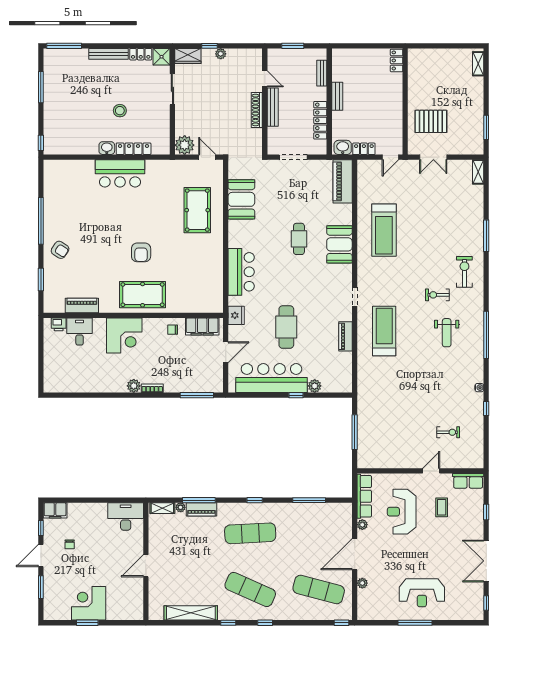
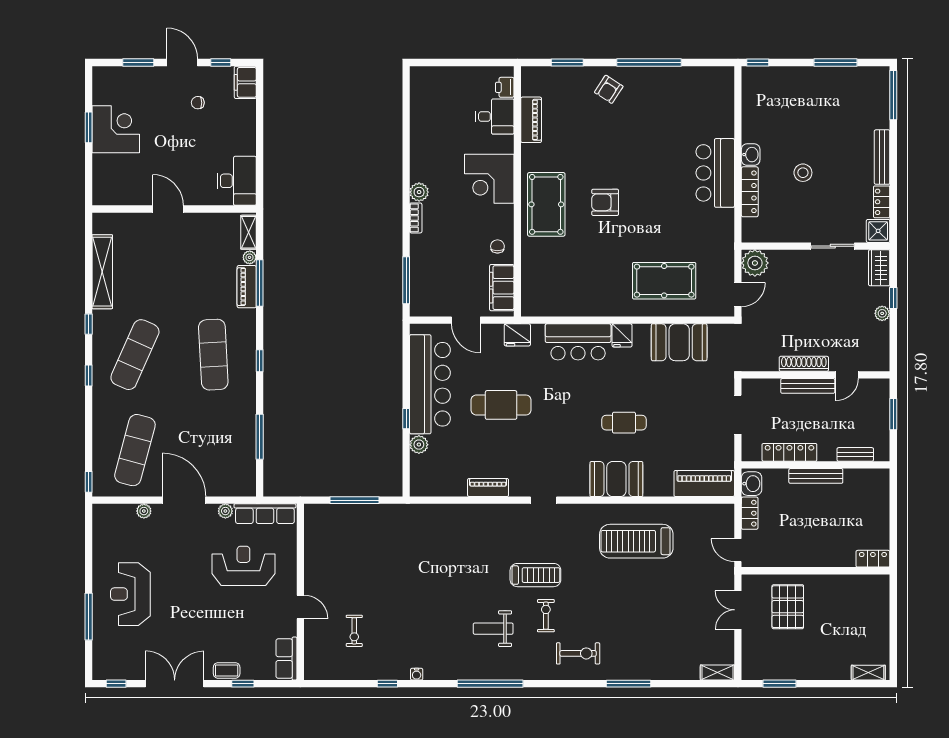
bench: (337, 96) -> (816, 476), width x1.36
fridge: (236, 240) -> (622, 335), added
treadmill: (384, 331) -> (535, 575), moved, width x0.73, depth x0.73
coffee table: (442, 507) -> (227, 670), moved
window: (415, 623) -> (89, 617), moved

